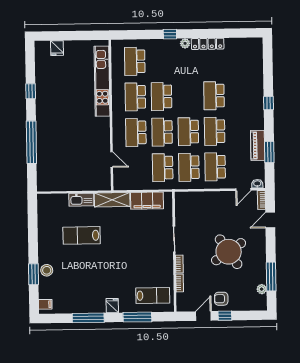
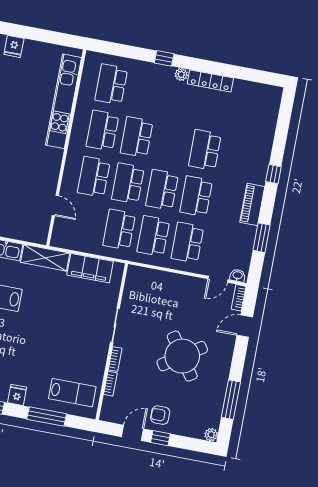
piano: (258, 145) -> (252, 204), moved
plant: (262, 289) -> (211, 435), moved

